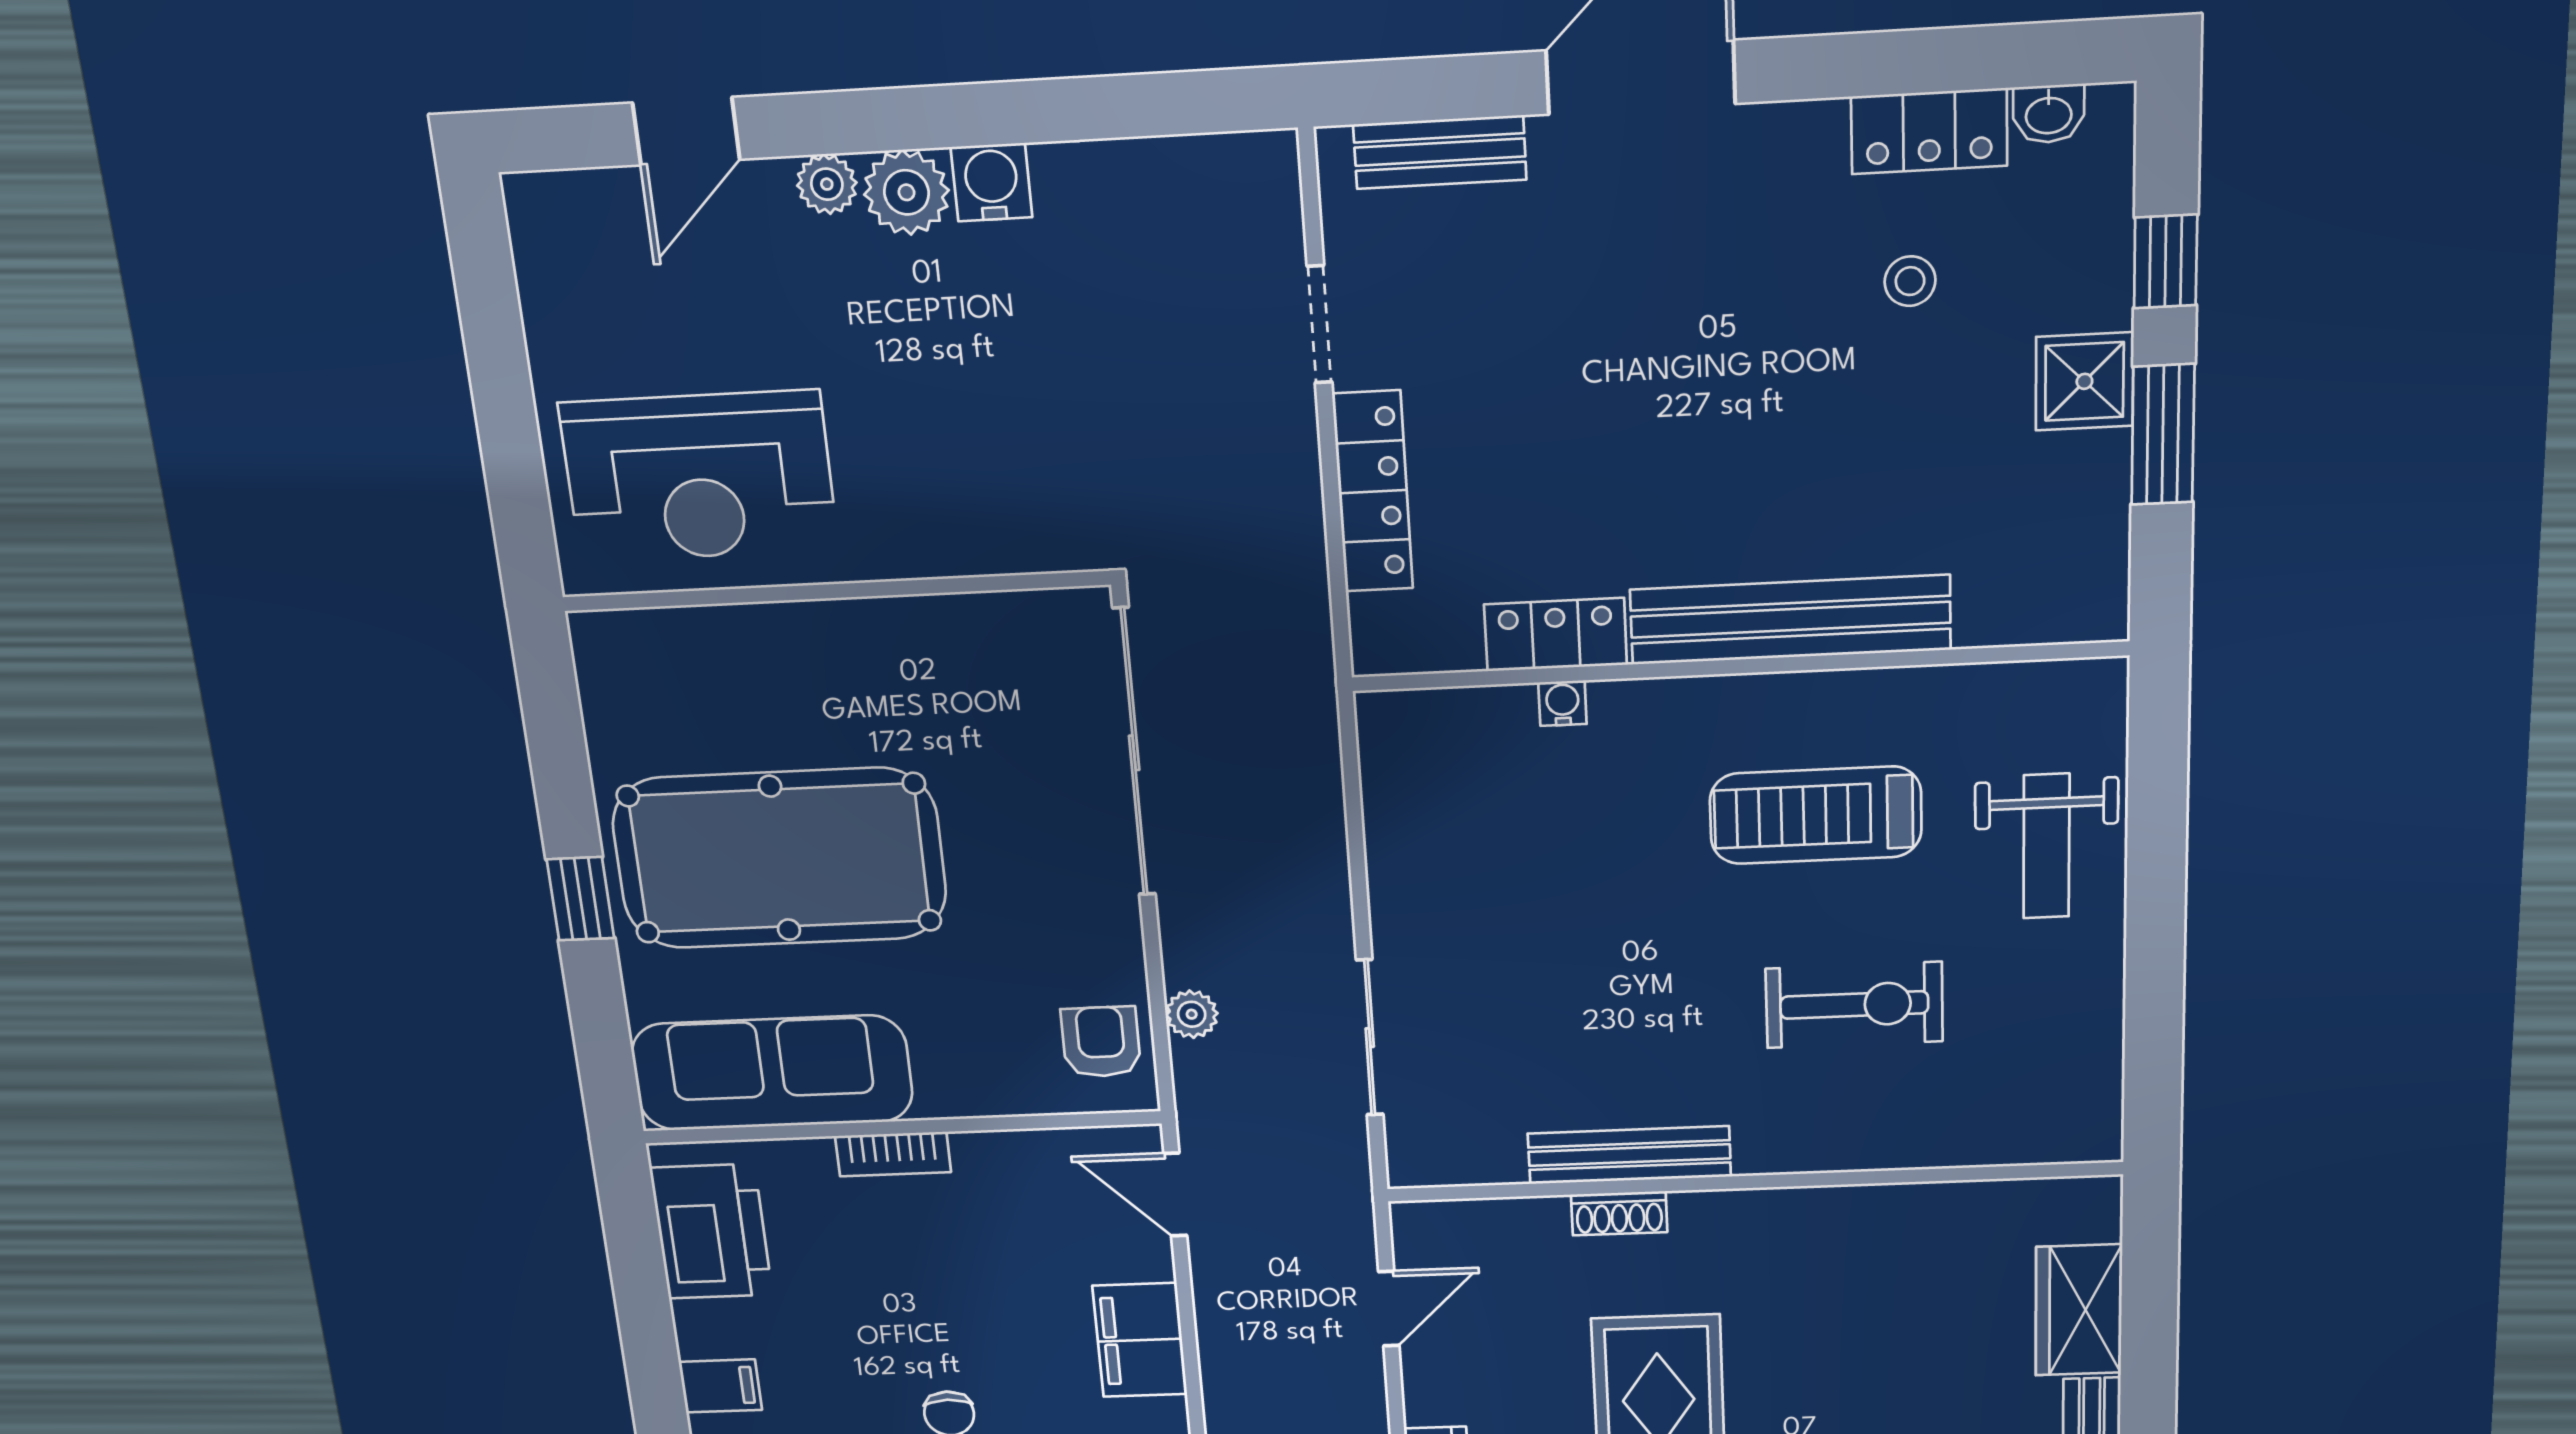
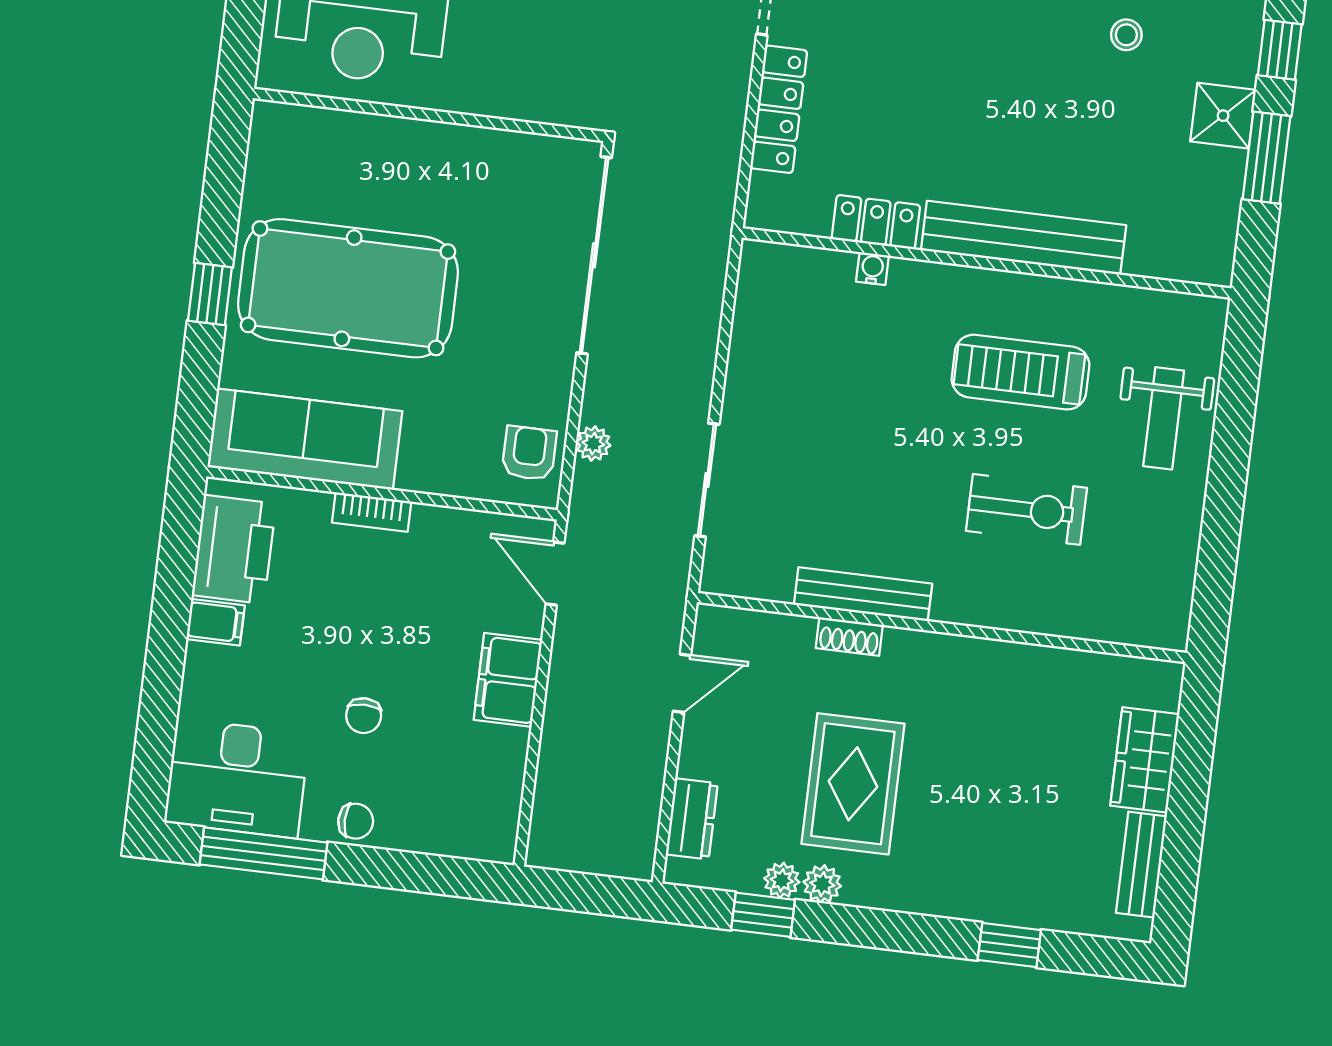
filing cabinet: (720, 1386) -> (216, 622), moved

